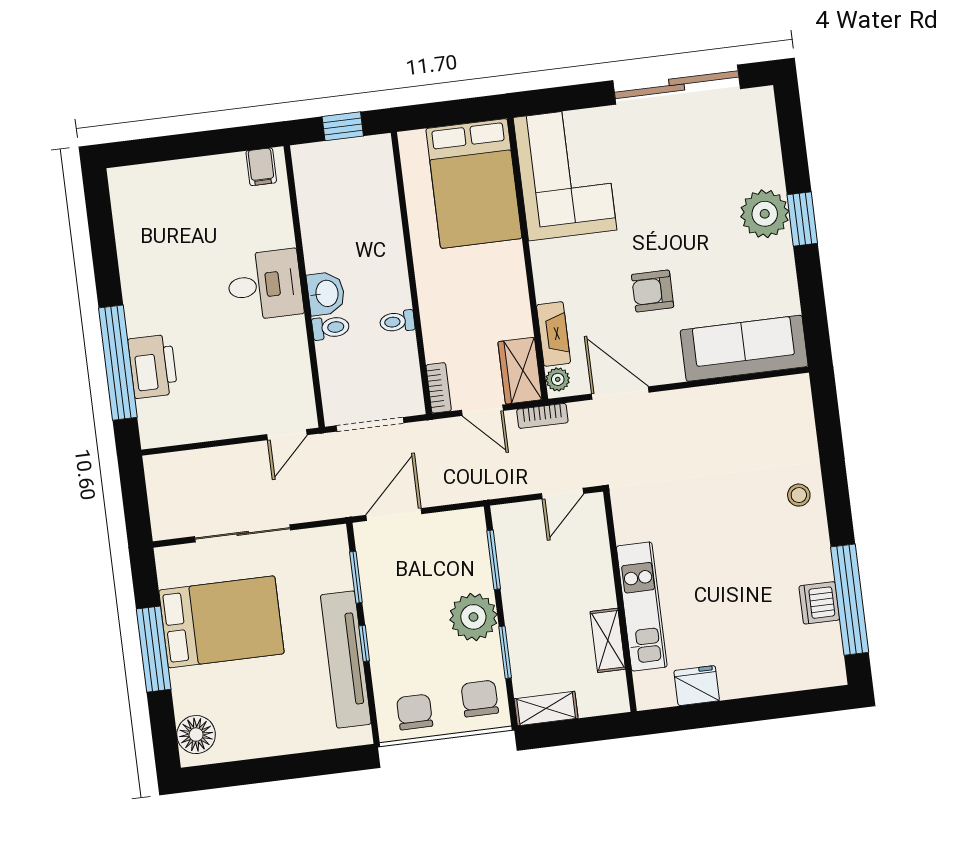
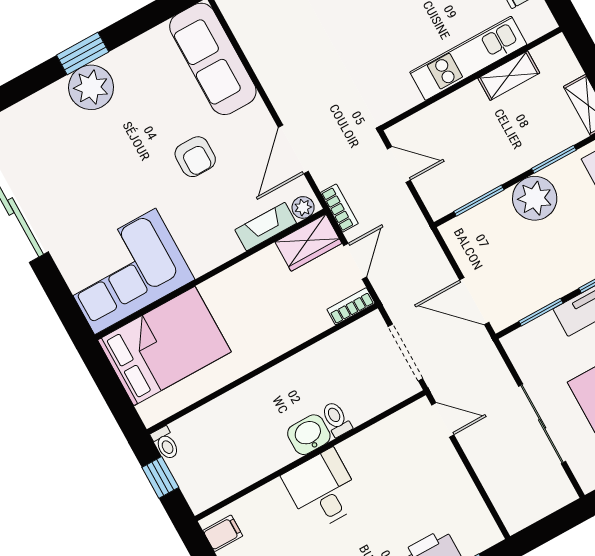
toilet: (397, 322) -> (165, 443), moved

